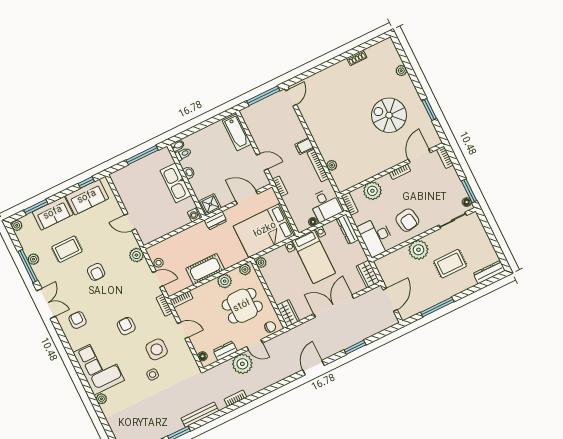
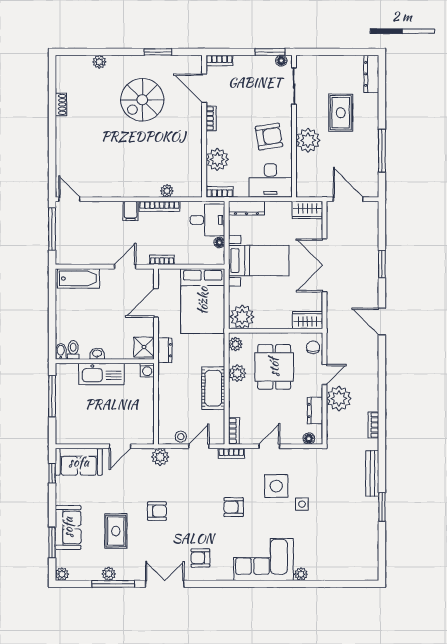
sofa: (87, 197) -> (79, 462), moved, turned 90
plant: (261, 263) -> (242, 317), width x1.88, depth x1.88

